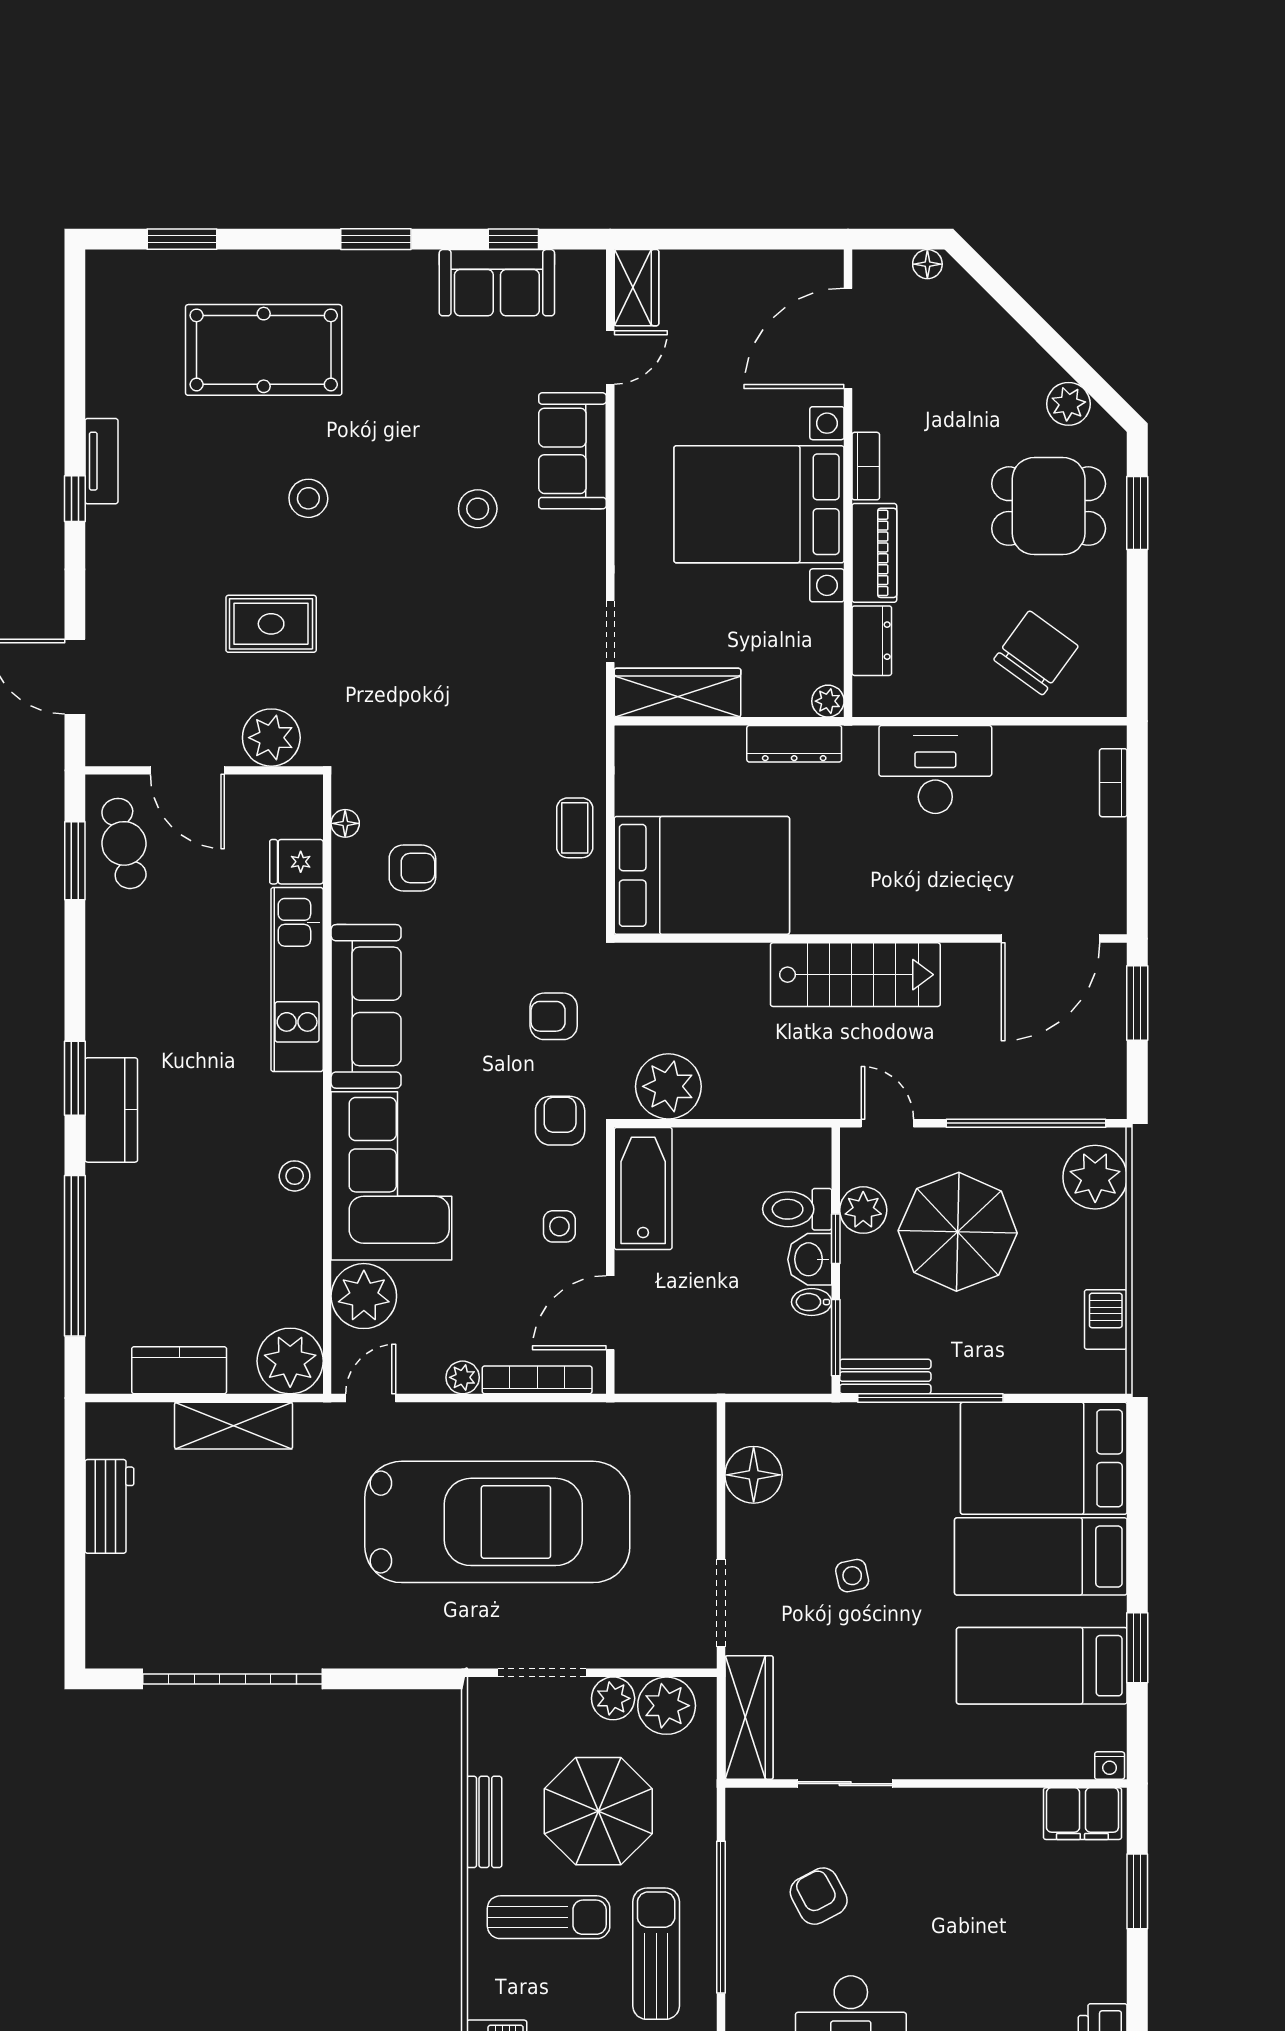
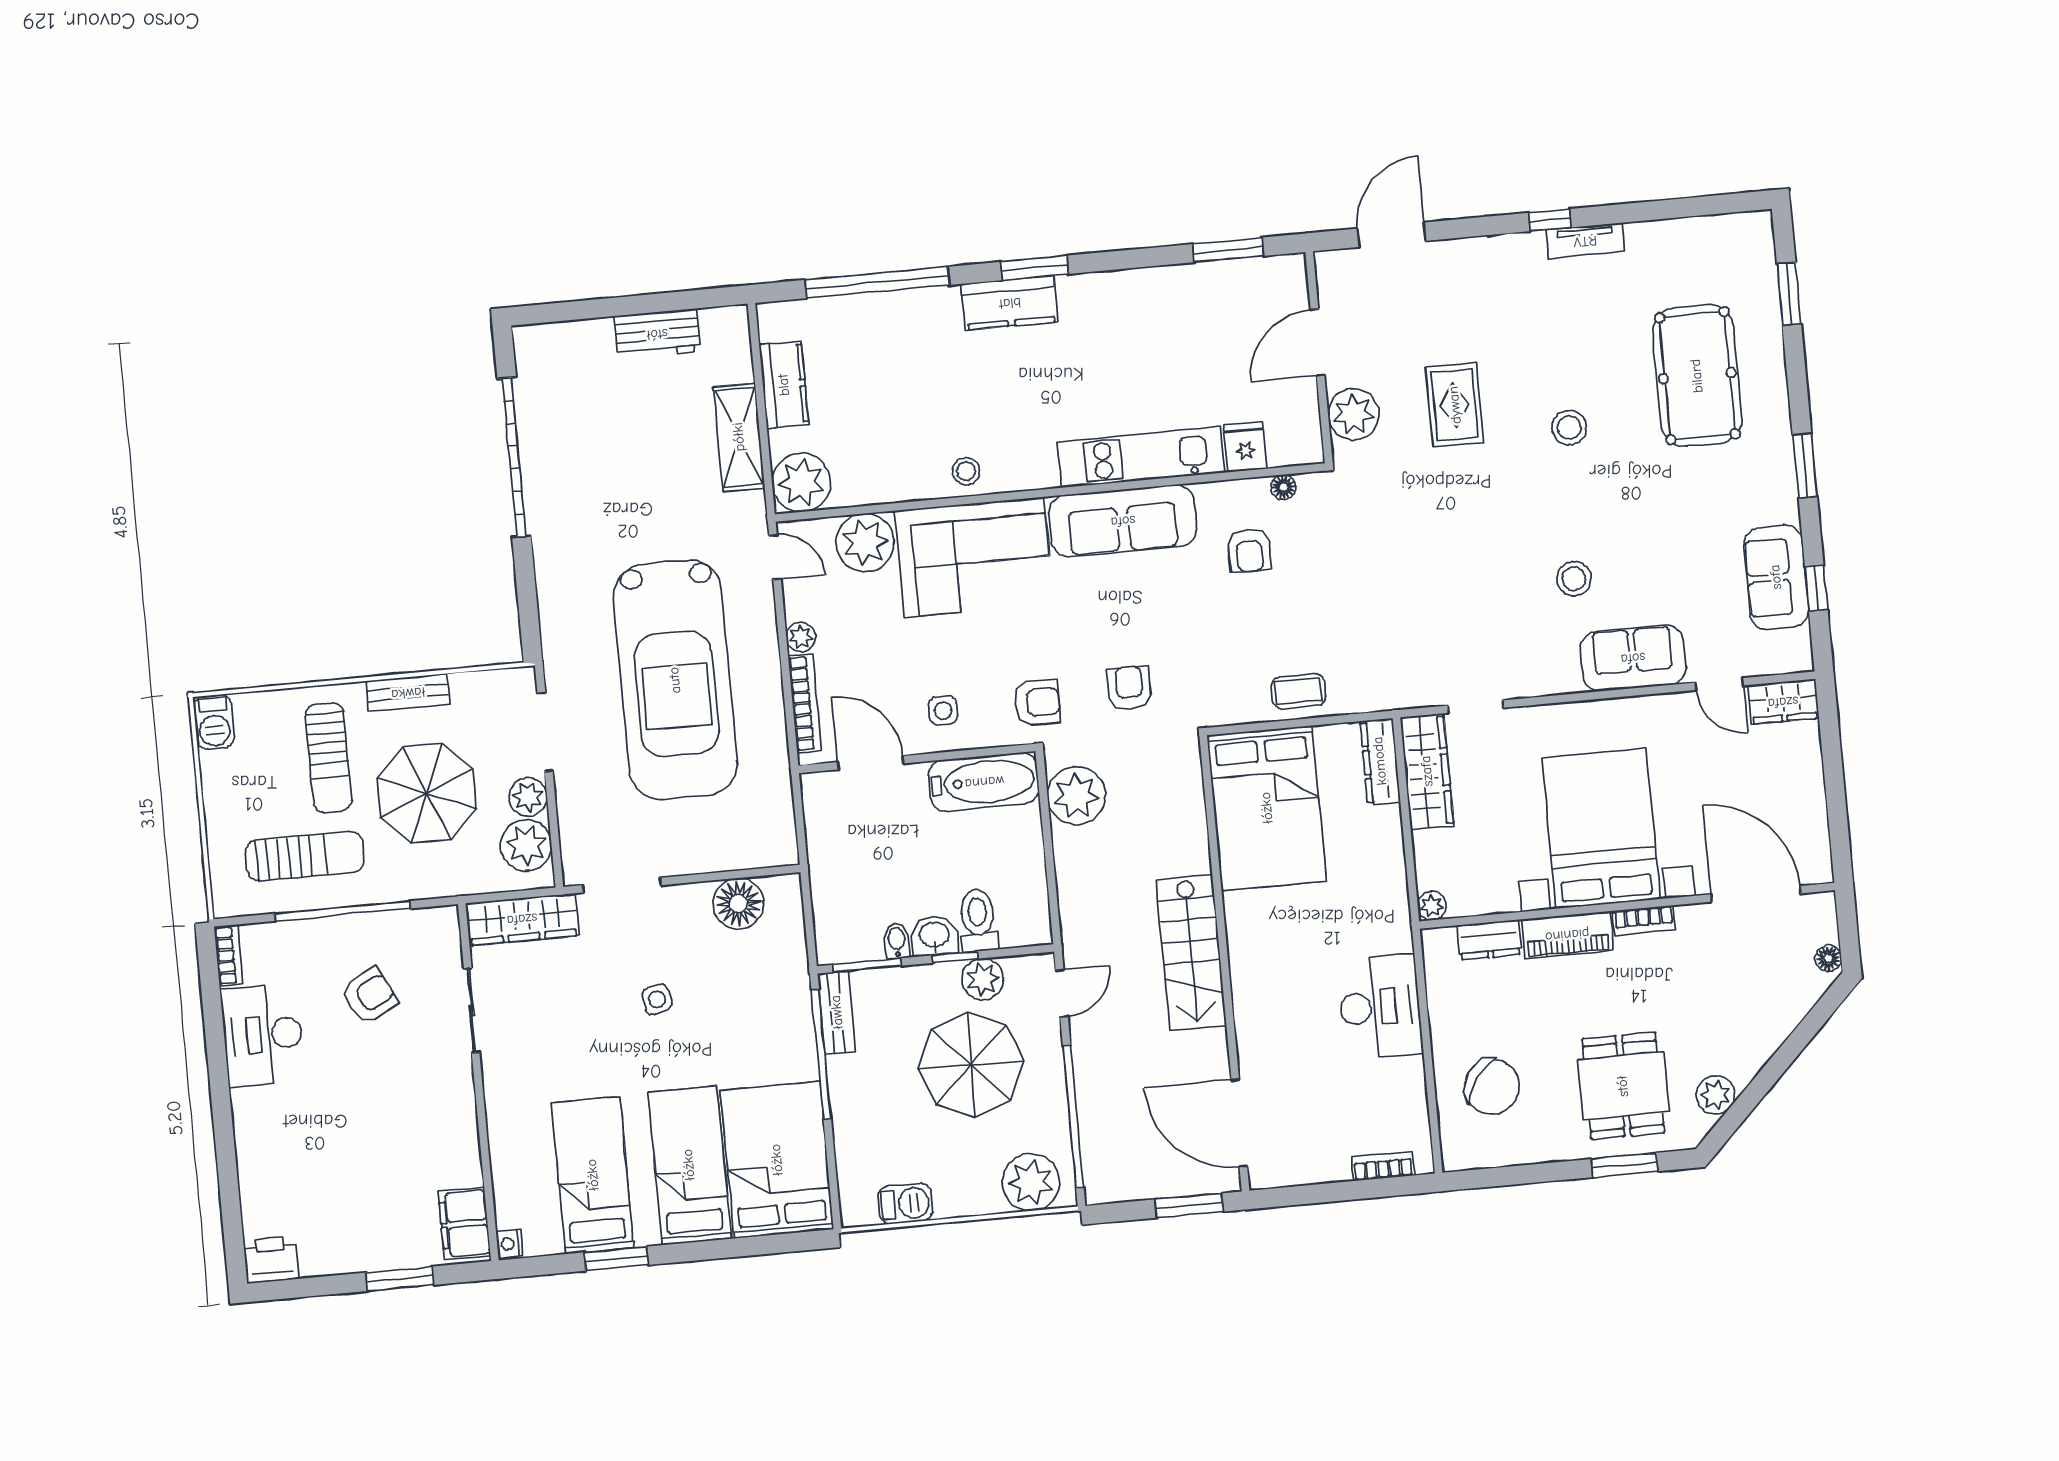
dresser: (794, 744) -> (1380, 761), moved
cafe table: (124, 843) -> (1247, 292), removed

